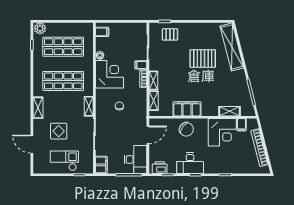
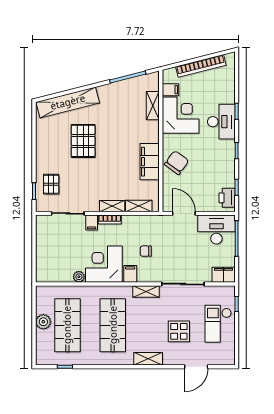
plant: (40, 28) -> (43, 322), moved
filing cabinet: (102, 32) -> (130, 274), moved
desk: (190, 163) -> (221, 122), moved

